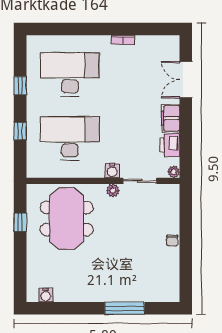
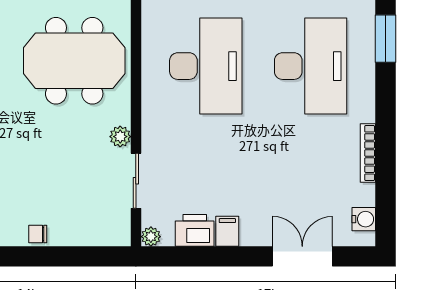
window: (53, 29) -> (385, 39), added
bookcase: (123, 40) -> (368, 153), width x1.56
filing cabinet: (170, 118) -> (227, 231), width x0.50
water cooler: (112, 171) -> (364, 219), moved, turned 180

